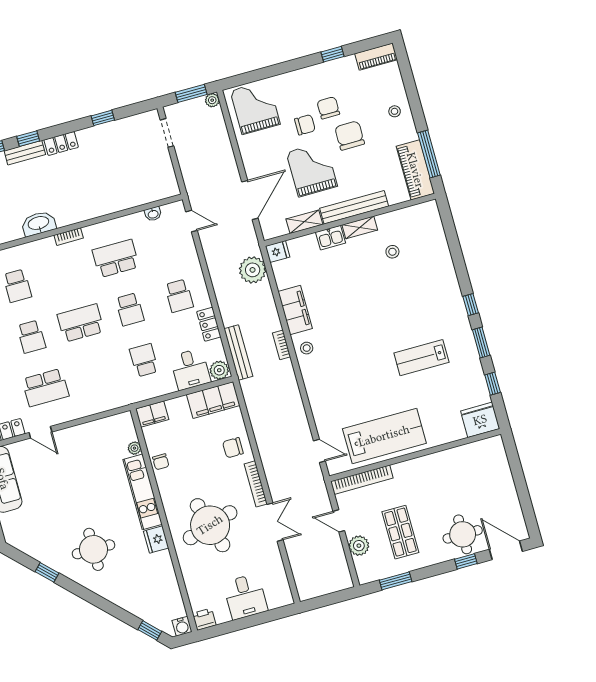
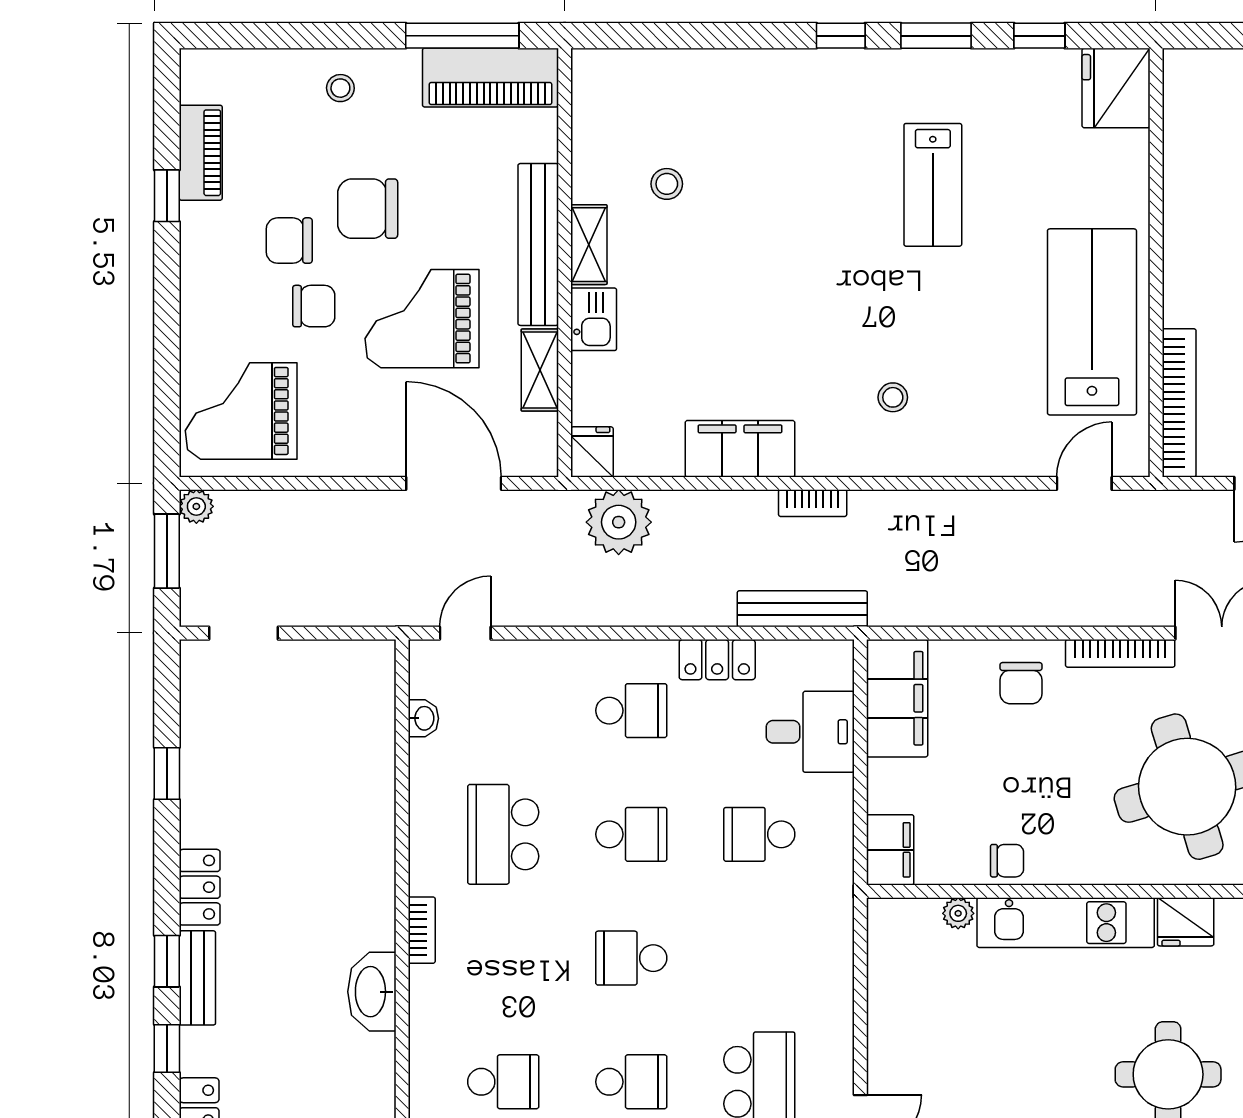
piano: (376, 57) -> (201, 153), moved
chair: (305, 125) -> (314, 306), turned 90
school desk: (81, 323) -> (631, 958), width x0.54
stool: (307, 348) -> (893, 397), moved
plant: (219, 370) -> (831, 665), removed

